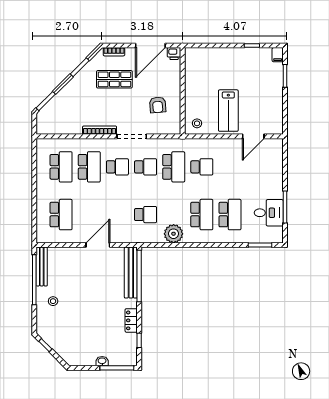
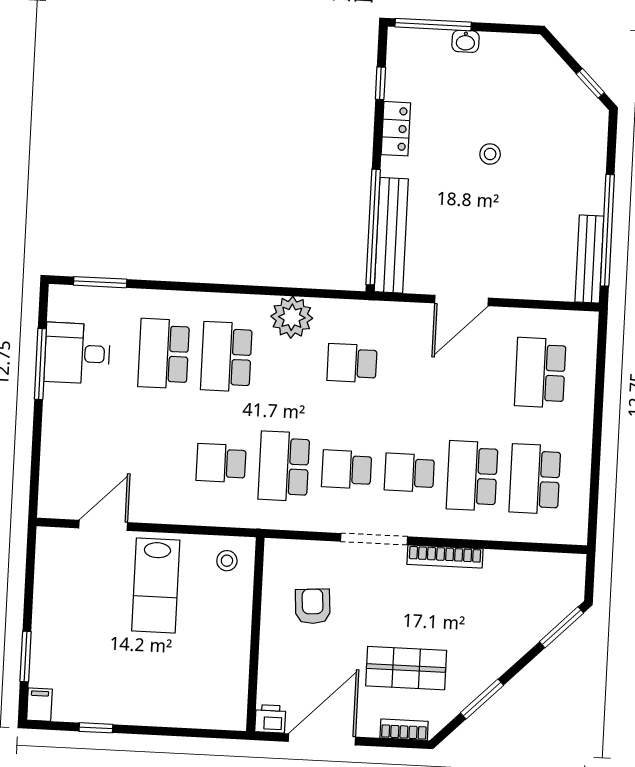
lab bench: (228, 111) -> (156, 586), turned 180
stool: (53, 301) -> (490, 154), moved

